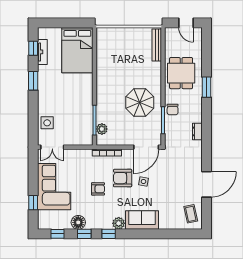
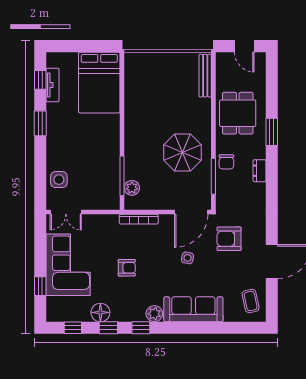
dresser: (197, 131) -> (260, 171), moved
armchair: (123, 178) -> (229, 239), moved
sofa: (142, 220) -> (193, 309), width x1.36

